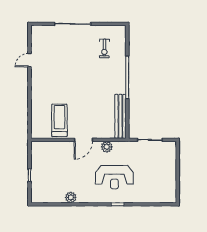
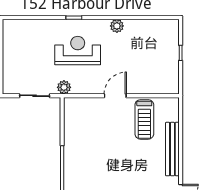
bench: (120, 116) -> (172, 149), moved
plant: (107, 147) -> (64, 87), moved
plant: (71, 197) -> (117, 26), moved

